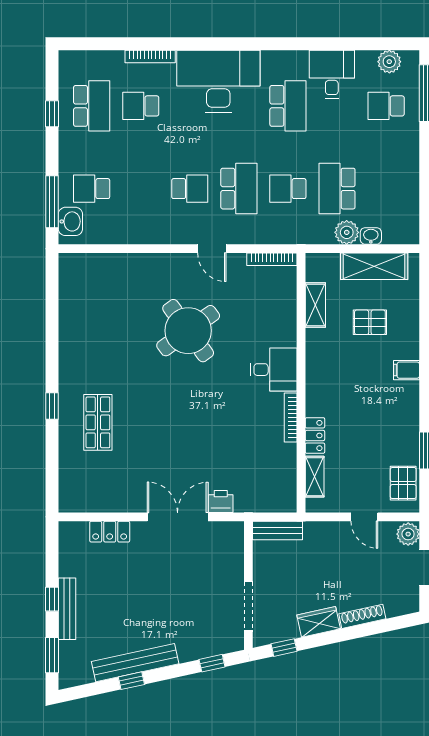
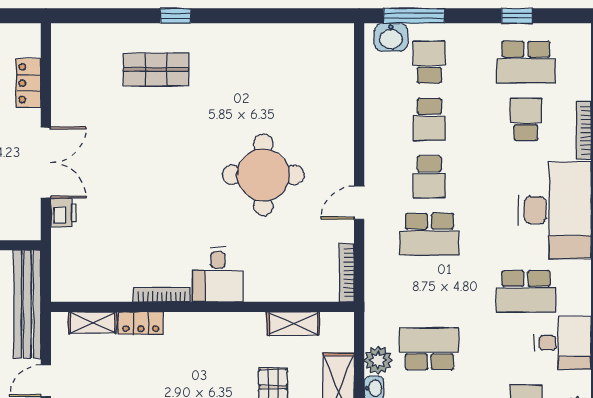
school desk: (288, 189) -> (429, 119), moved, turned 180
round table: (188, 331) -> (263, 175), turned 36
bench: (277, 531) -> (27, 304), width x1.86, depth x1.21

